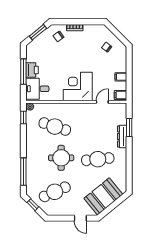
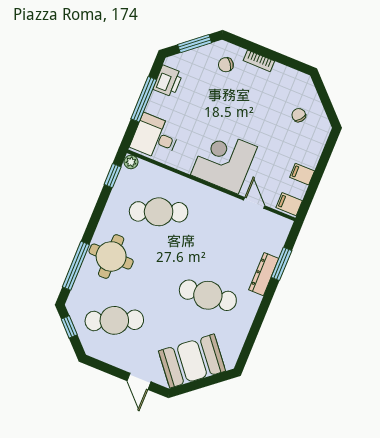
printer: (32, 70) -> (168, 81), moved
door: (102, 102) -> (254, 203), hinge flipped
cafe table: (55, 127) -> (159, 212), turned -39
round table: (61, 158) -> (111, 256), moved

